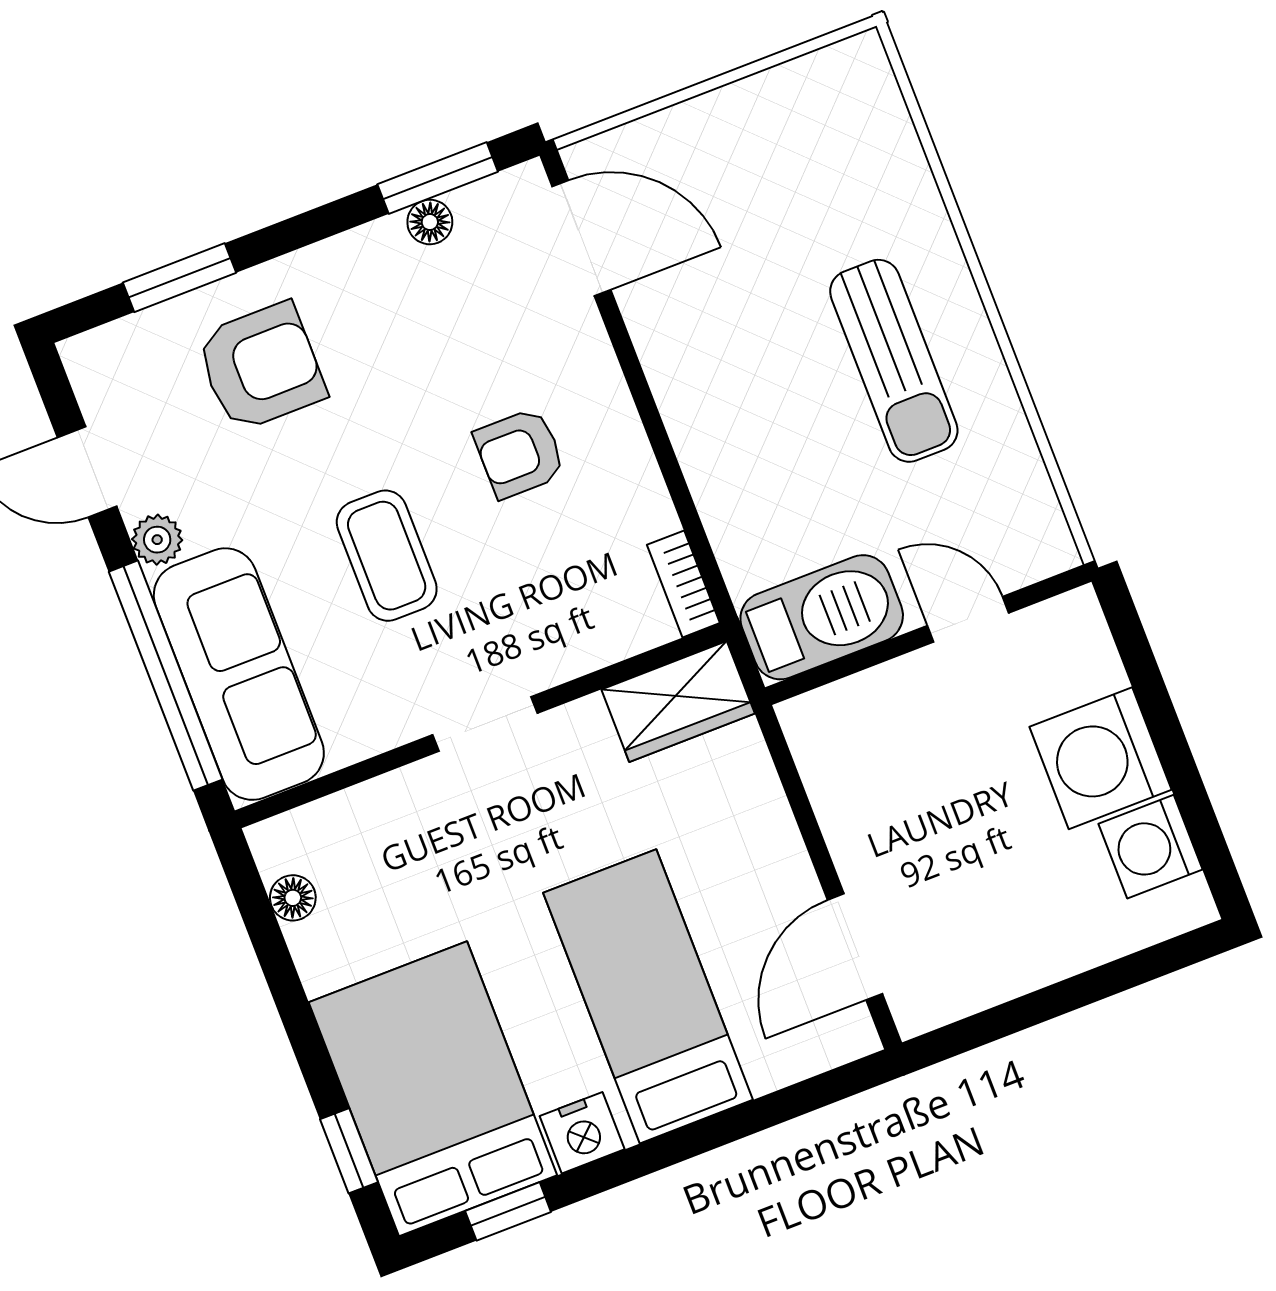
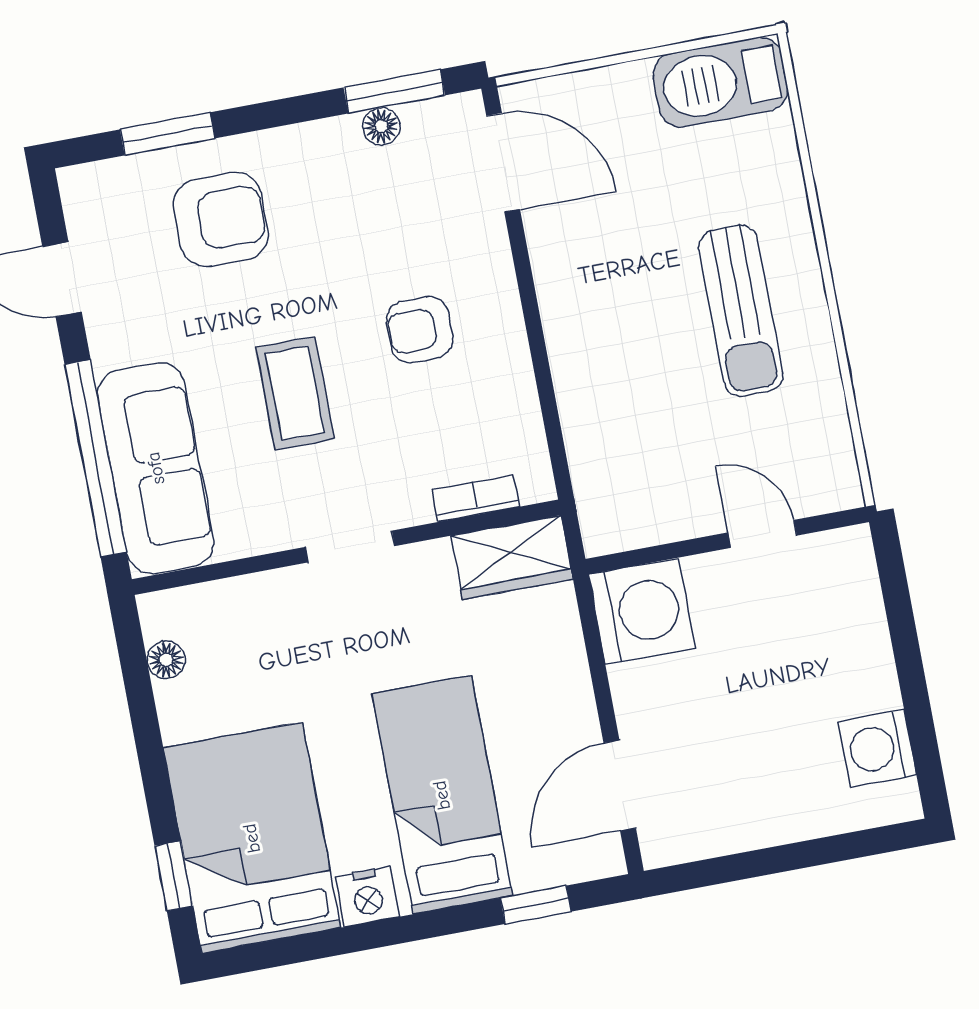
plant: (157, 540) -> (109, 345), removed
bookcase: (683, 584) -> (475, 498), moved, turned 90
barbecue: (822, 617) -> (721, 82), moved, turned 180
washing machine: (1101, 758) -> (642, 611), moved, turned 180
window: (508, 1211) -> (536, 905), moved

